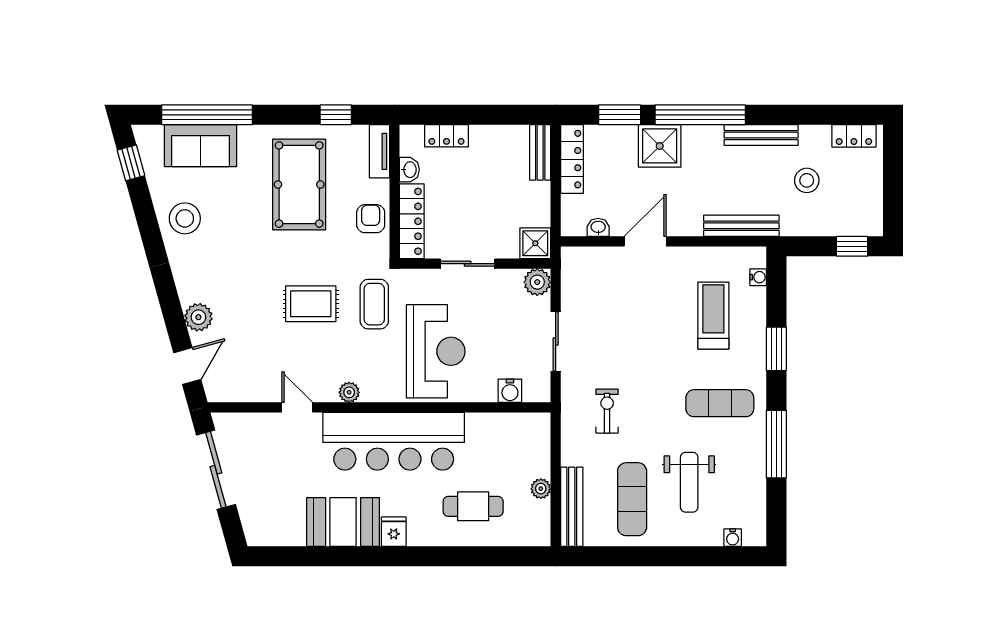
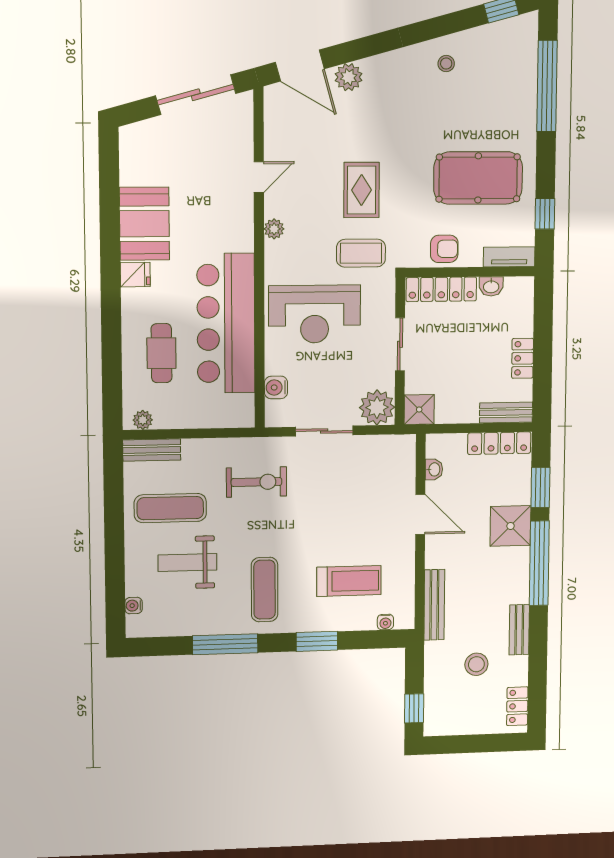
bench: (761, 135) -> (519, 630), width x0.73
locker: (446, 136) -> (523, 358), moved
sofa: (201, 146) -> (517, 80), removed
stool: (185, 218) -> (446, 64), width x0.53, depth x0.53
plant: (537, 282) -> (377, 407), width x1.36, depth x1.36
door: (187, 366) -> (300, 66), width x1.38
exercise bike: (607, 411) -> (256, 482), width x1.38, depth x1.39
bar counter: (394, 441) -> (226, 323), moved
plant: (541, 489) -> (143, 420), moved
bench: (572, 507) -> (152, 450), width x0.73

